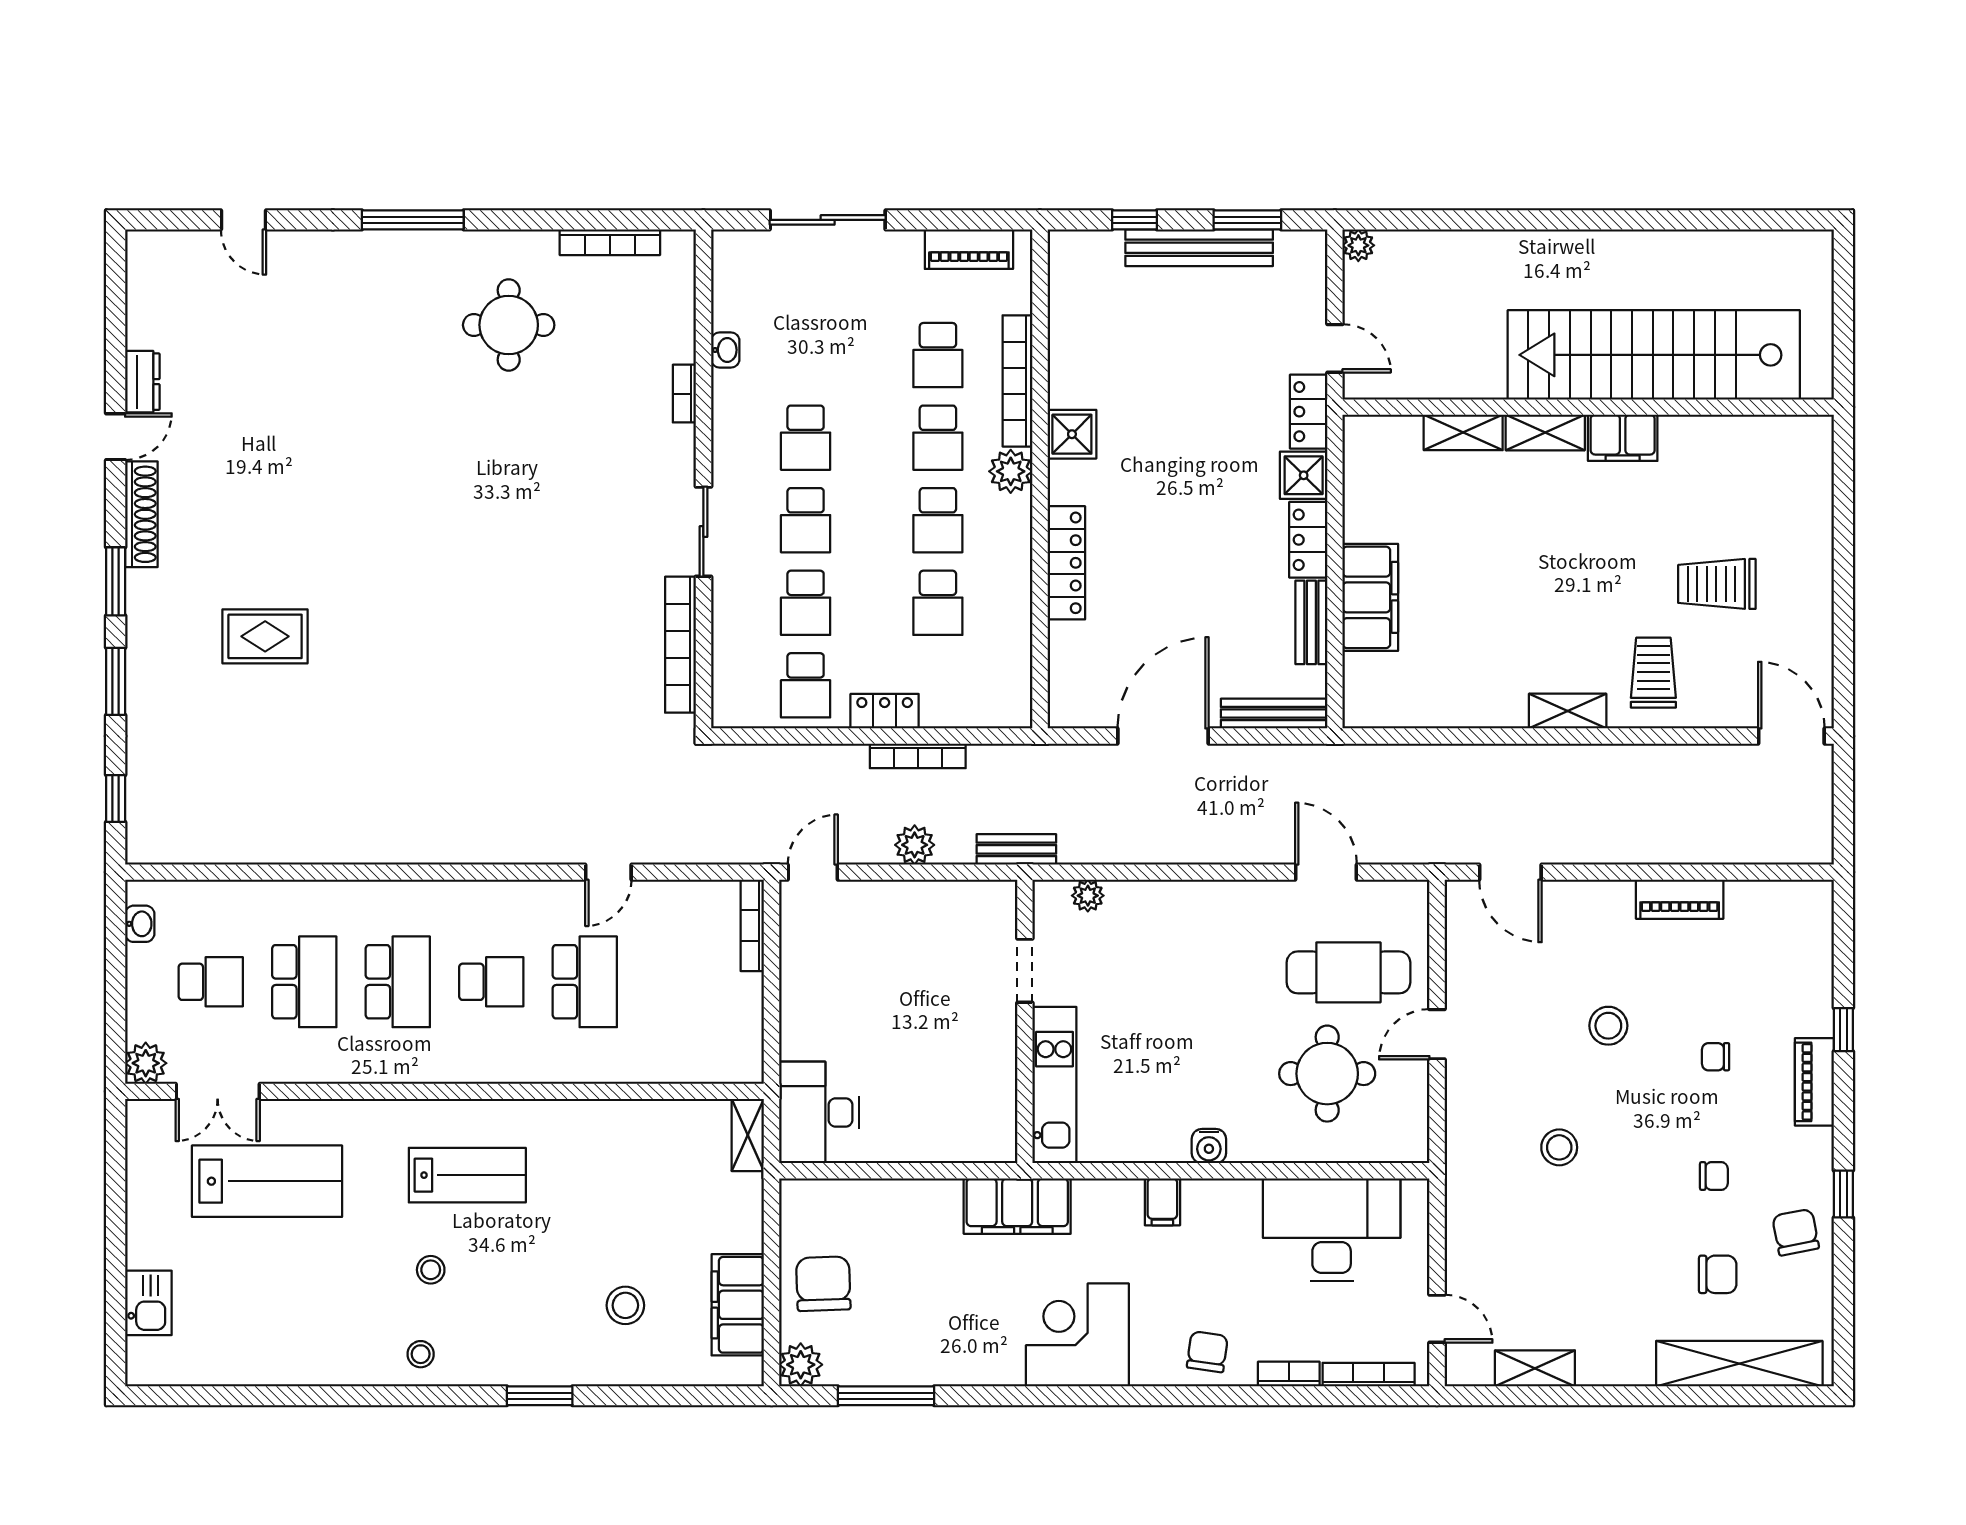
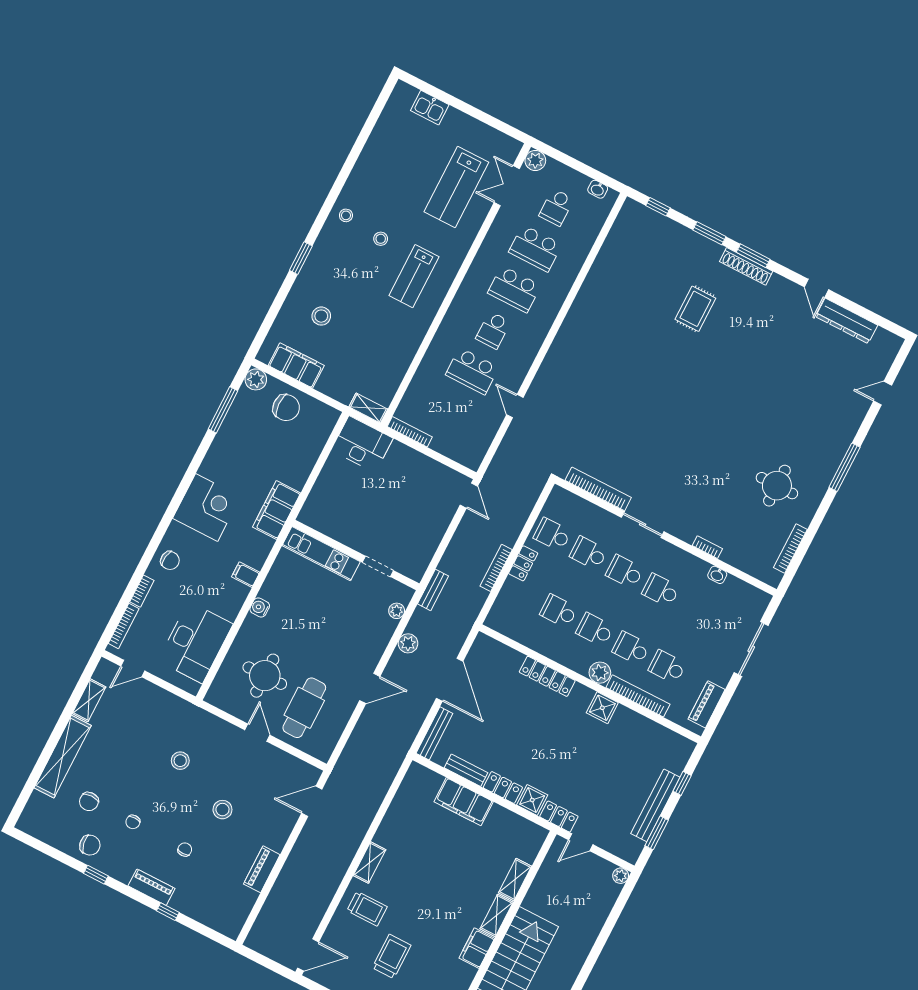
dresser: (142, 382) -> (847, 321), width x1.96, depth x1.24
shoe rack: (141, 514) -> (746, 266), moved
plant: (915, 845) -> (408, 643), moved
door: (1326, 872) -> (370, 688), moved
bookcase: (752, 925) -> (410, 432), moved
shelving: (1739, 1364) -> (63, 757), moved

